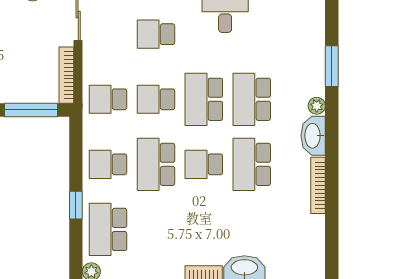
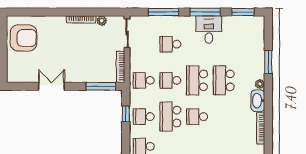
school desk: (252, 164) -> (224, 117), removed
window: (76, 205) -> (126, 114), moved

